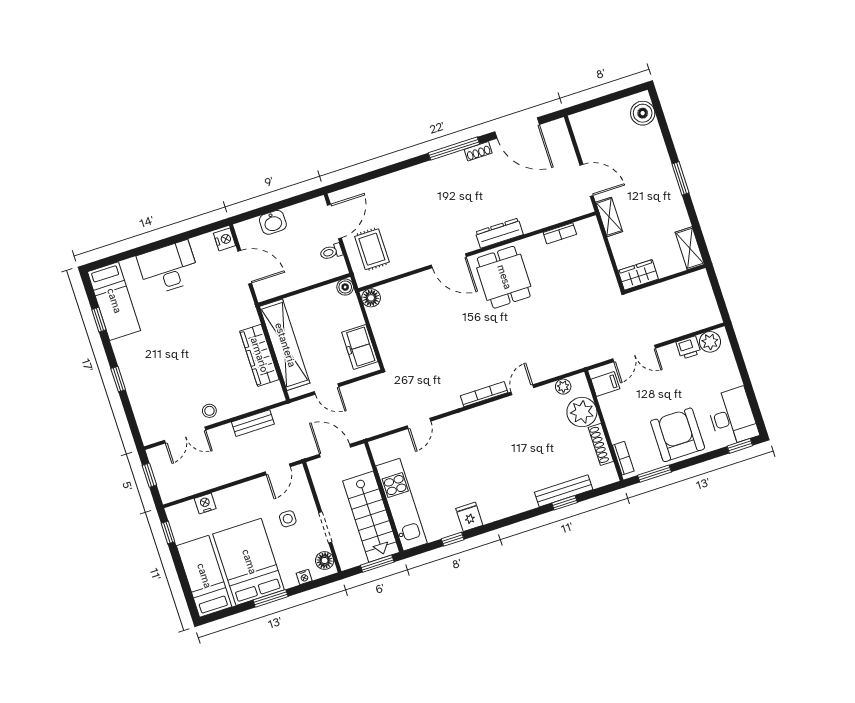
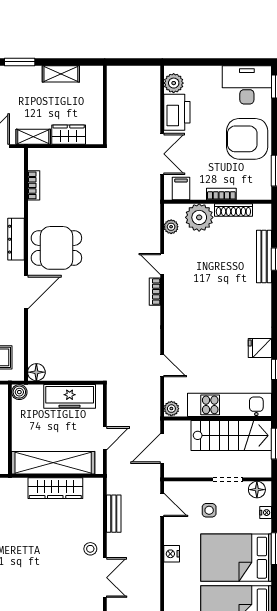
shelving: (690, 248) -> (61, 74), moved
wardrobe: (638, 275) -> (69, 135), moved, turned 90
freezer: (360, 347) -> (70, 396), width x1.40
printer: (688, 348) -> (177, 112), width x1.87, depth x1.48
bookcase: (484, 394) -> (155, 292), width x0.64
plant: (379, 447) -> (171, 409), added
bookcase: (623, 458) -> (221, 194), moved
nightstand: (205, 503) -> (172, 554), moved

